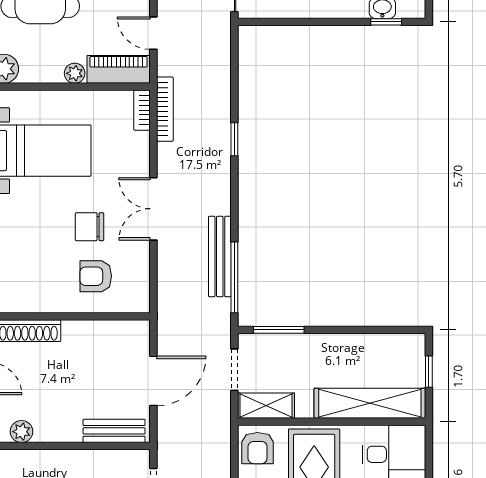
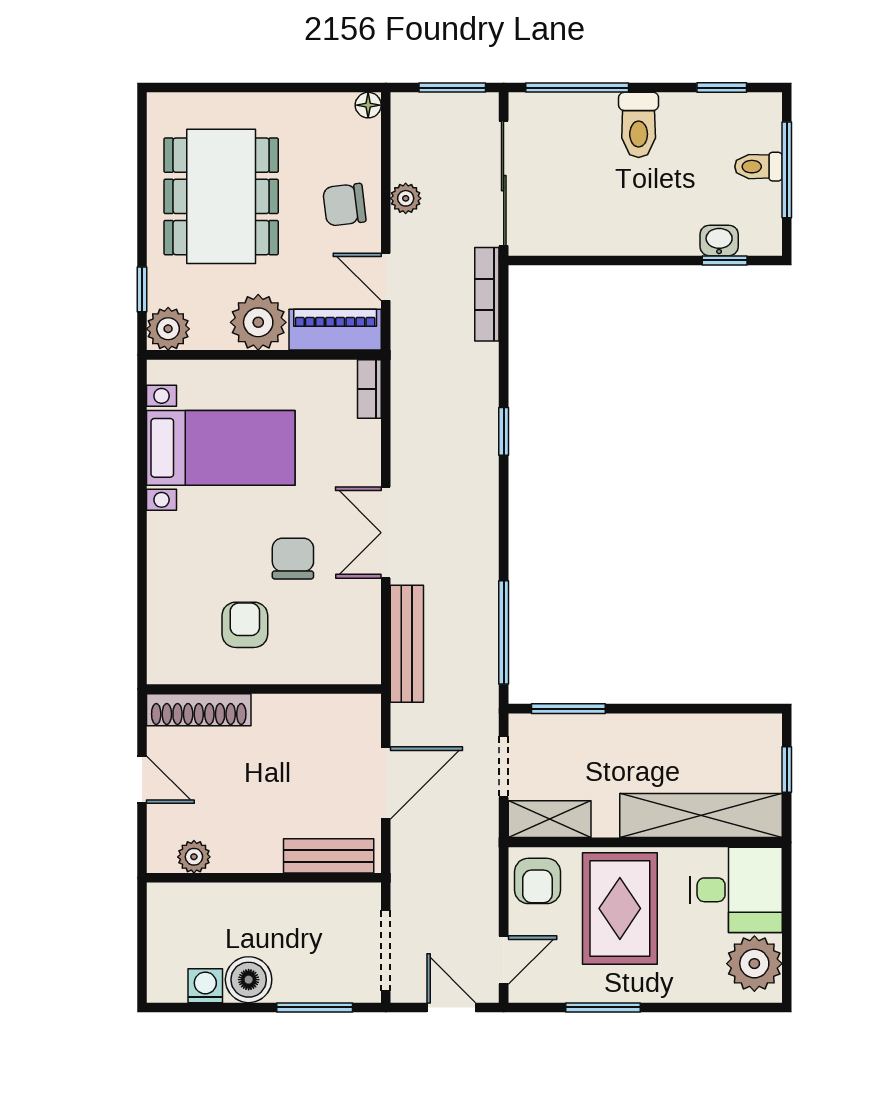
plant: (75, 73) -> (258, 322), width x1.88, depth x1.88
bookcase: (165, 109) -> (487, 294), moved, turned 180
chair: (90, 227) -> (293, 559), turned 90
bench: (220, 256) -> (407, 644), moved
armchair: (96, 276) -> (245, 625), moved, turned 90

